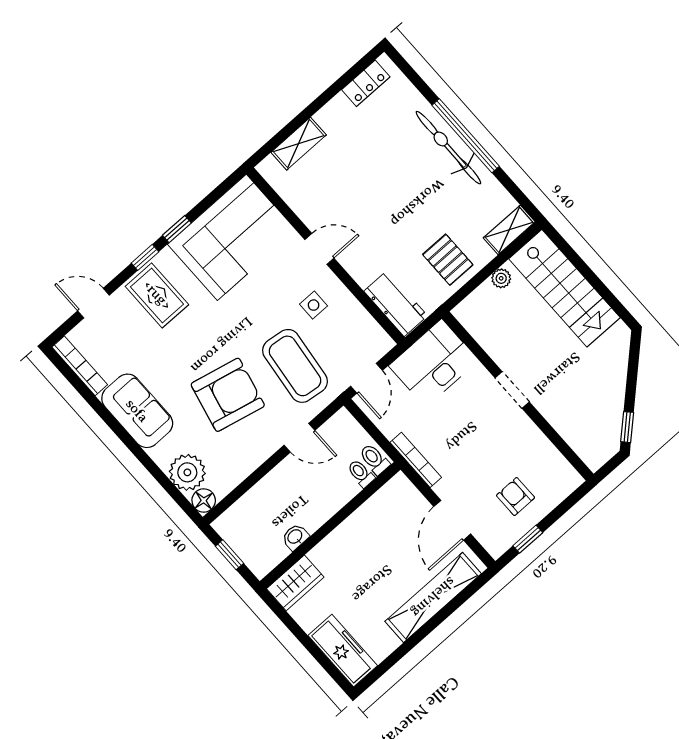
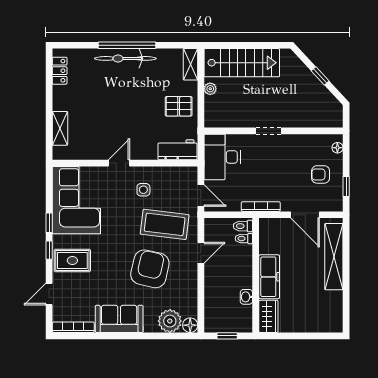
window: (627, 427) -> (320, 76), moved
floor lamp: (564, 489) -> (337, 148), added
freezer: (343, 651) -> (269, 277), moved, turned 90

